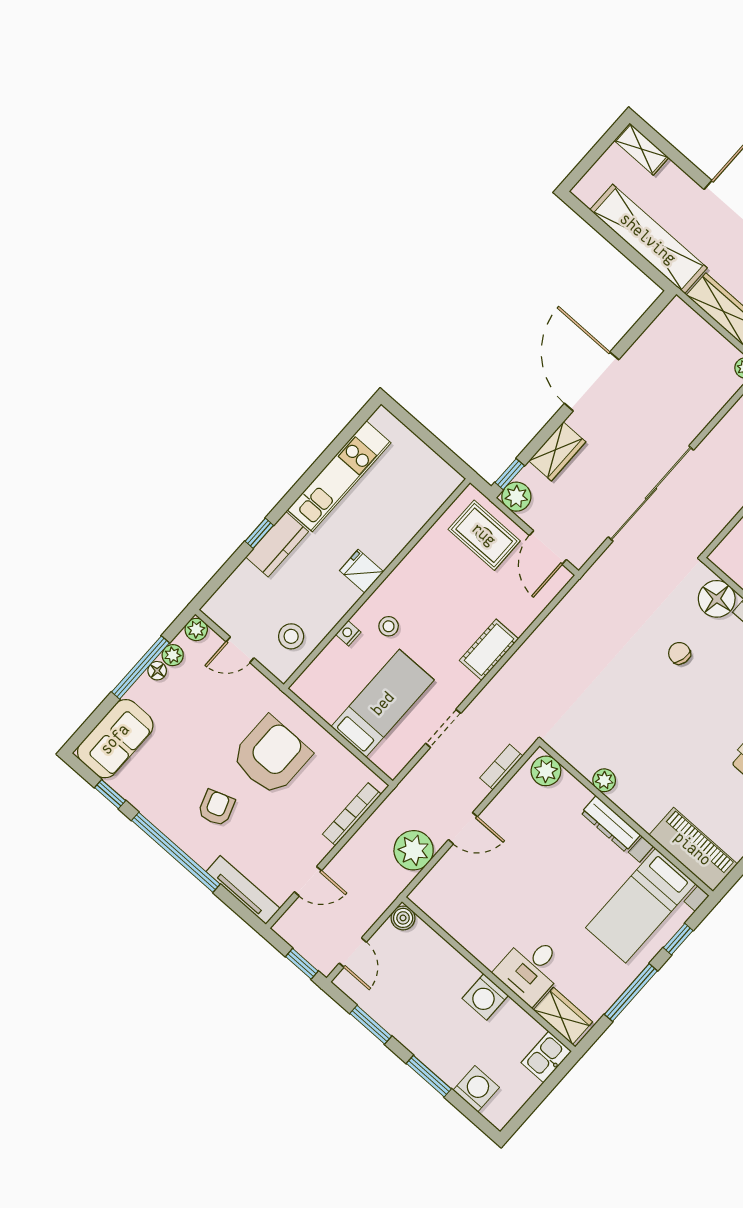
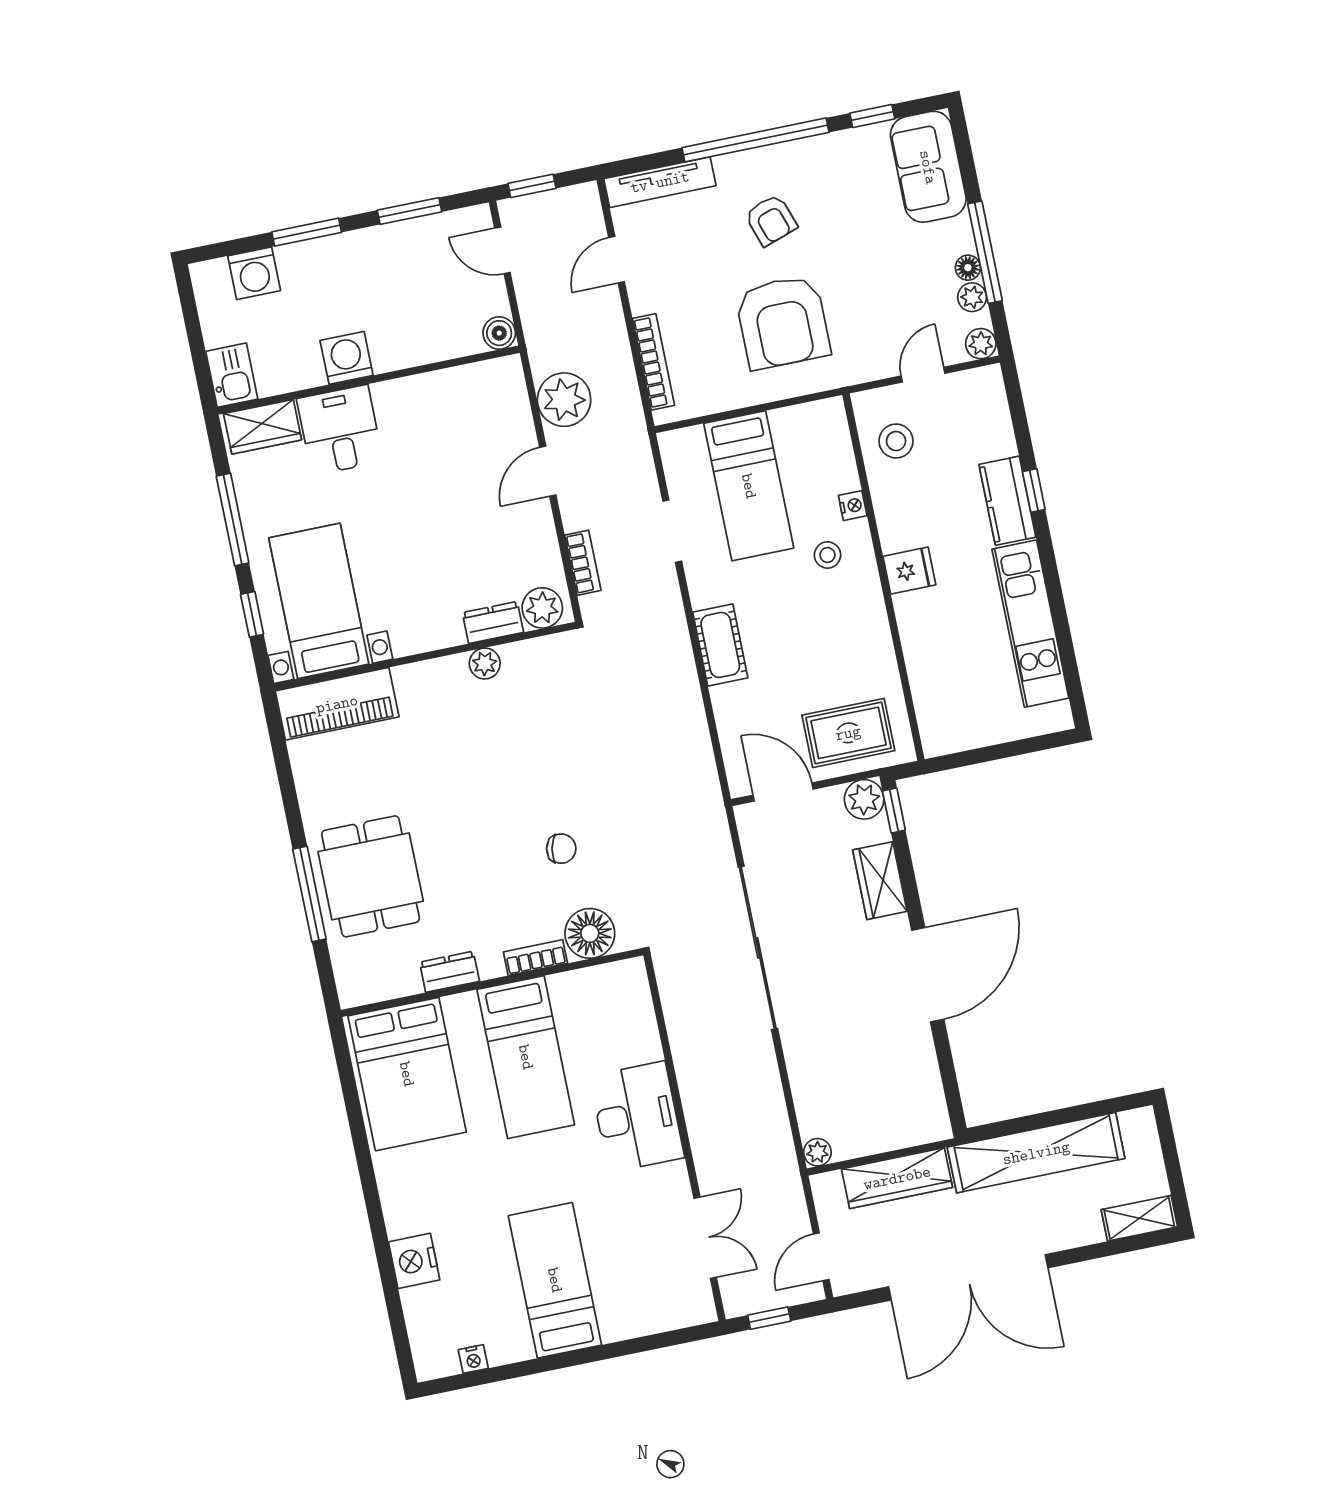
door: (592, 382) -> (928, 975), hinge flipped
dresser: (611, 824) -> (493, 622), moved, width x0.70

